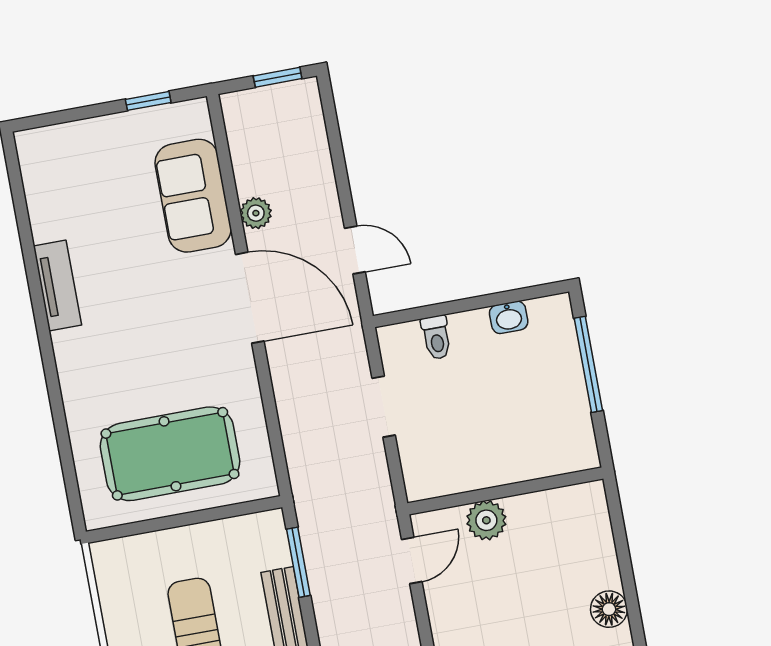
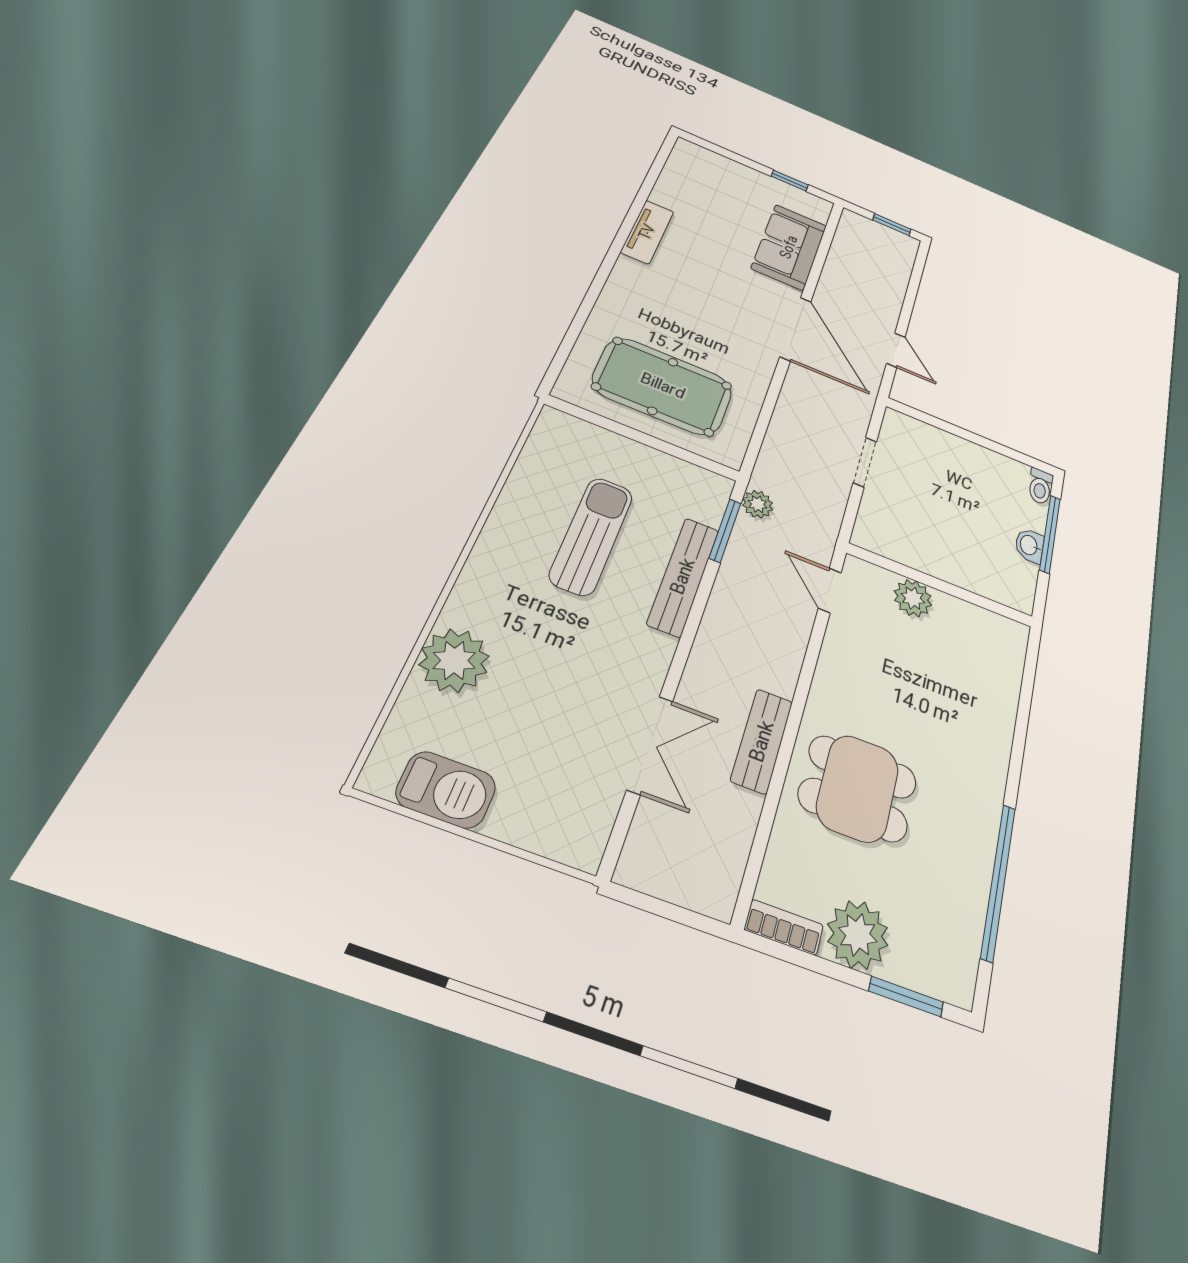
plant: (256, 213) -> (758, 504), moved
washbasin: (509, 317) -> (1029, 545), moved, turned 90
toilet: (436, 337) -> (1040, 486), moved
door: (412, 560) -> (830, 590), swing flipped
floor lamp: (609, 609) -> (994, 740), removed

